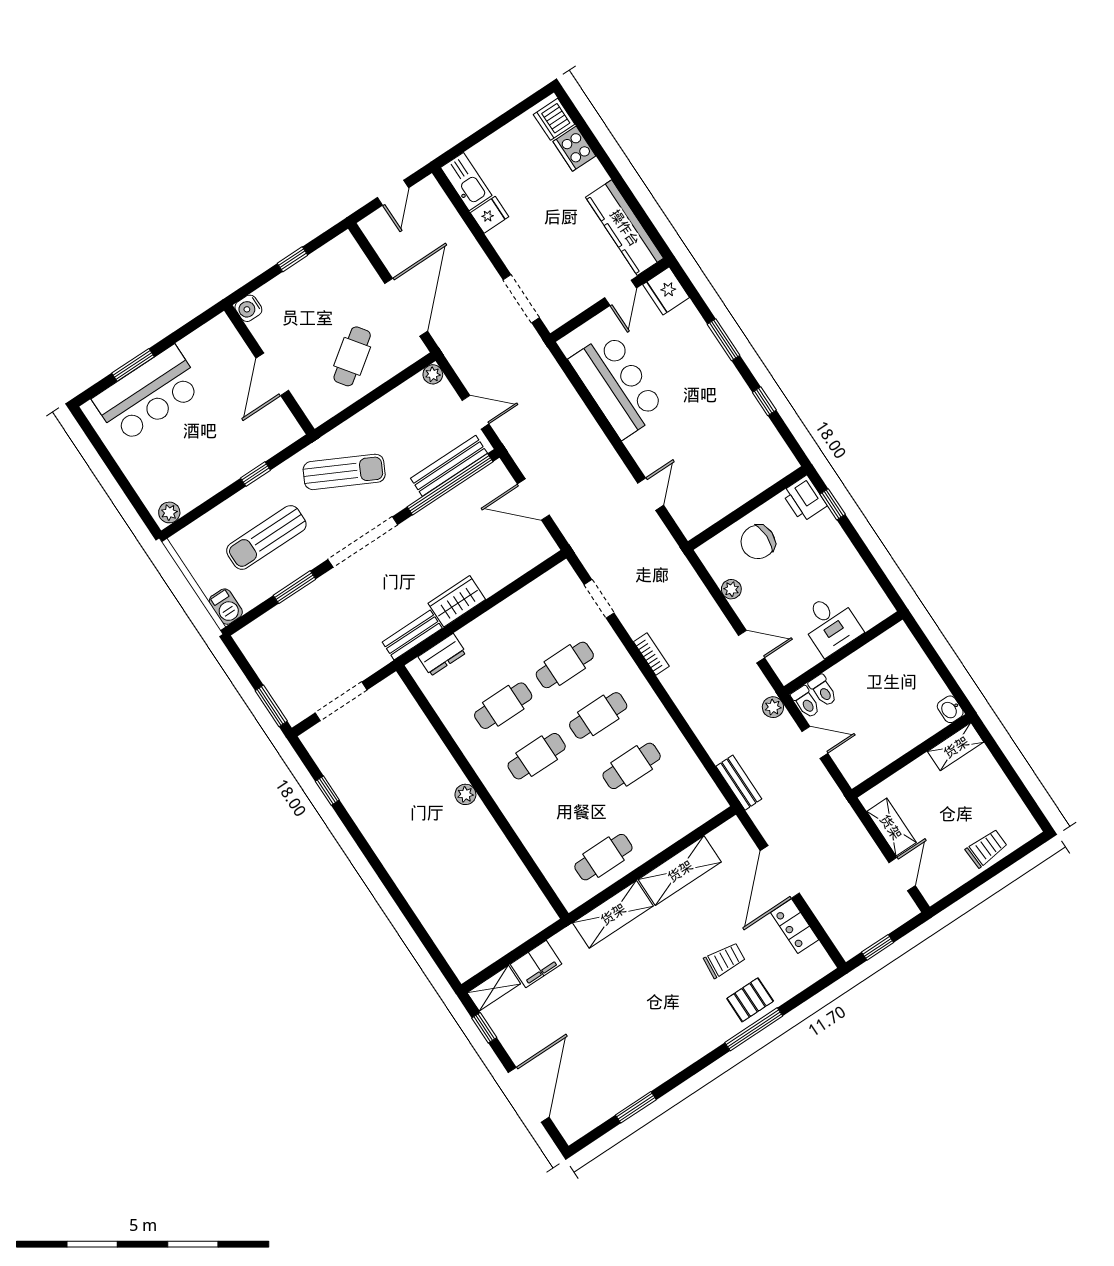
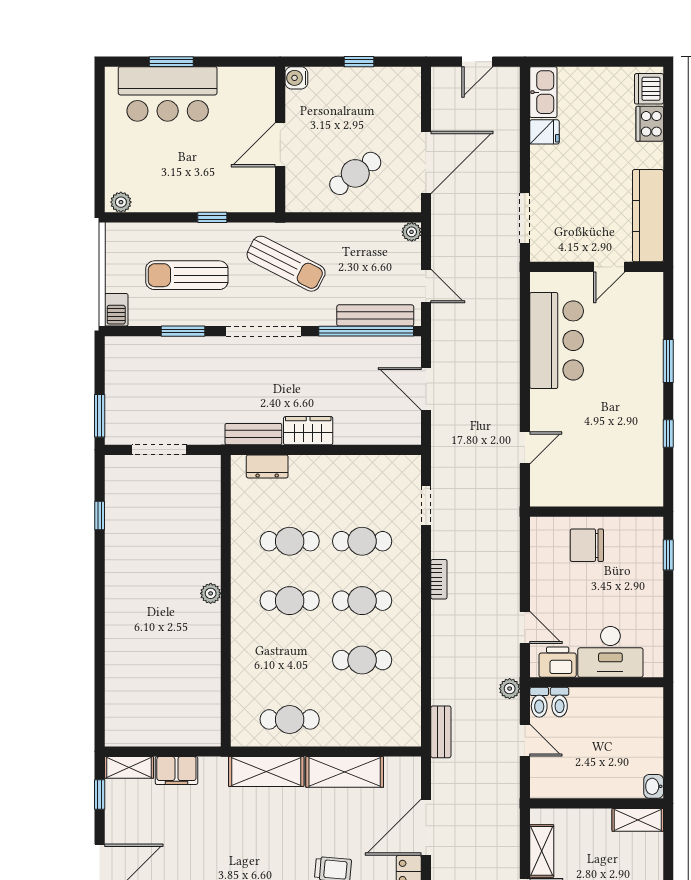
fridge: (666, 291) -> (648, 290), removed
printer: (804, 499) -> (558, 662), moved, turned 90
plant: (731, 589) -> (539, 569), removed
desk: (830, 624) -> (610, 652), width x1.37

